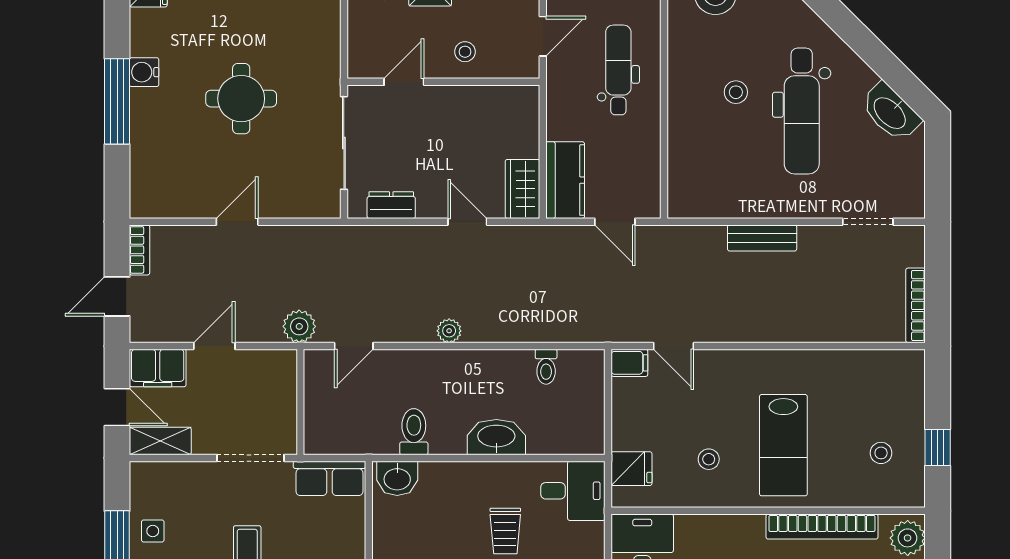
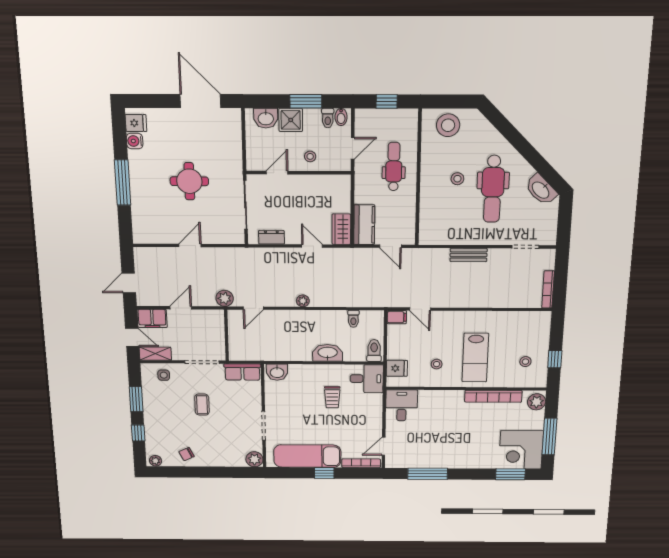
water cooler: (144, 72) -> (135, 141), moved
bookcase: (139, 250) -> (139, 260), removed
toilet: (414, 432) -> (374, 351), moved
side table: (153, 531) -> (164, 375), moved

